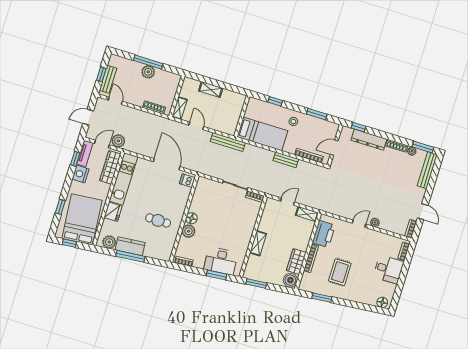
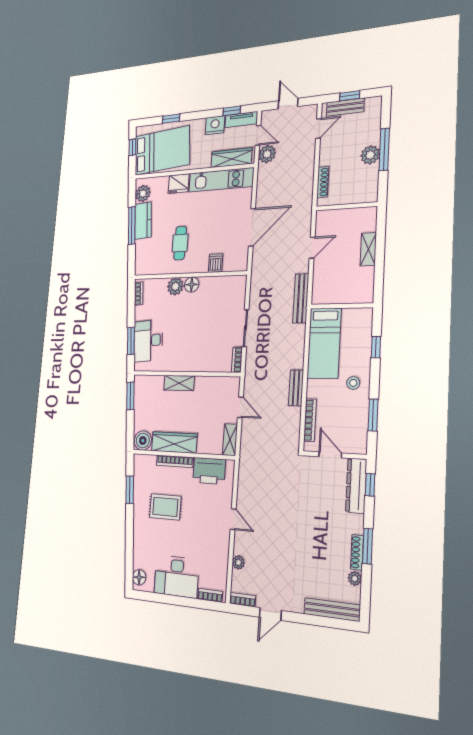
shelving: (180, 108) -> (331, 216), removed
dresser: (369, 140) -> (356, 486), moved
window: (423, 147) -> (368, 546), moved
dishwasher: (187, 181) -> (216, 263), moved
plant: (375, 222) -> (238, 562), moved
wardrobe: (296, 262) -> (174, 442), width x1.50
desk: (388, 269) -> (176, 576), width x1.37

